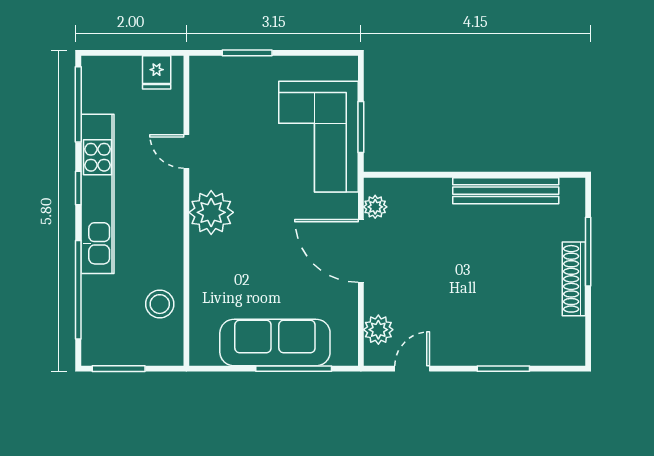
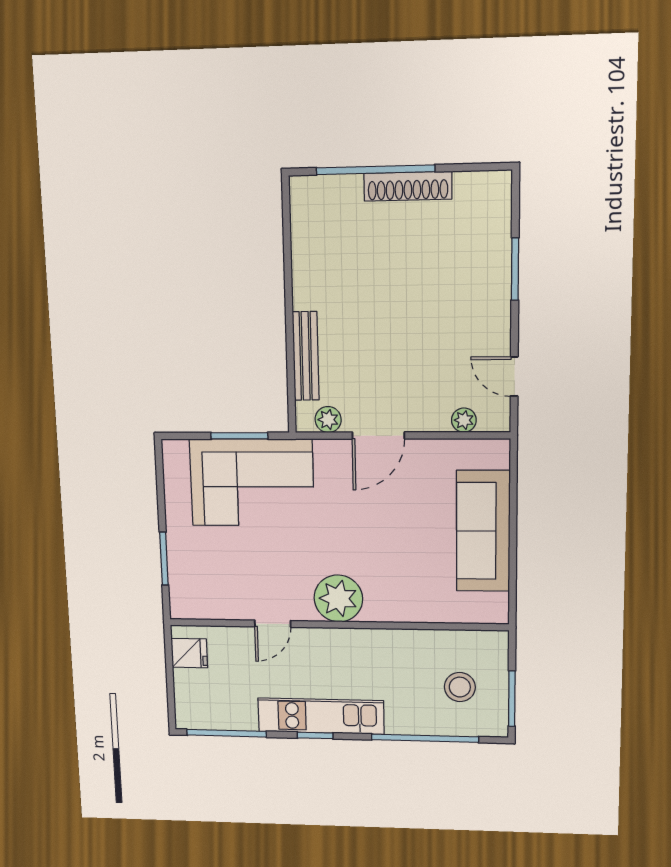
bench: (506, 191) -> (306, 356), moved, width x0.73, depth x0.82
kitchen unit: (98, 194) -> (321, 716), width x0.73
door: (361, 251) -> (378, 435), width x0.73
window: (588, 252) -> (375, 170), width x1.46
stool: (160, 304) -> (460, 687), moved
plant: (378, 330) -> (464, 420), width x0.73, depth x0.73
window: (294, 369) -> (513, 511), removed

